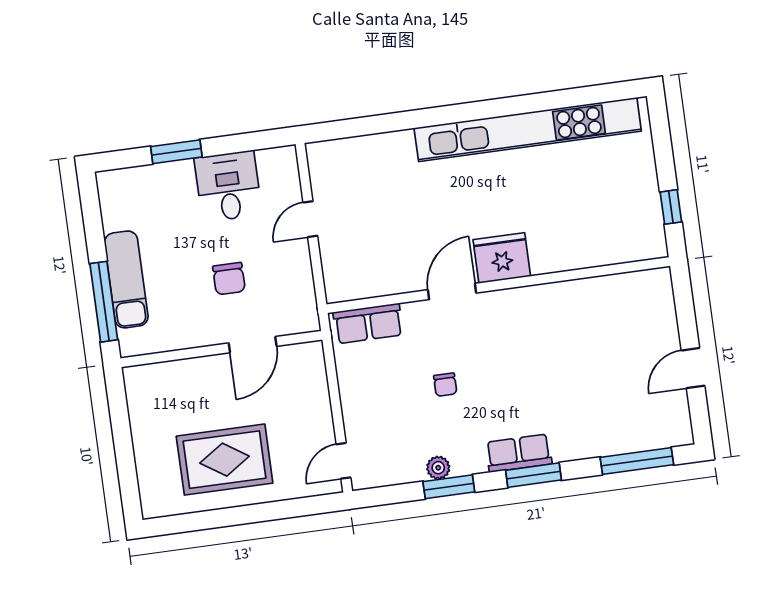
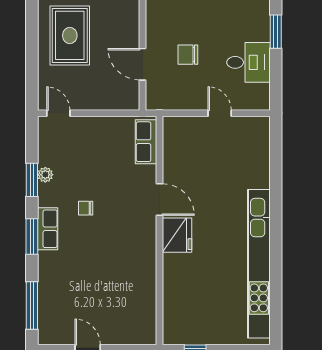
chair: (445, 385) -> (86, 208), moved

